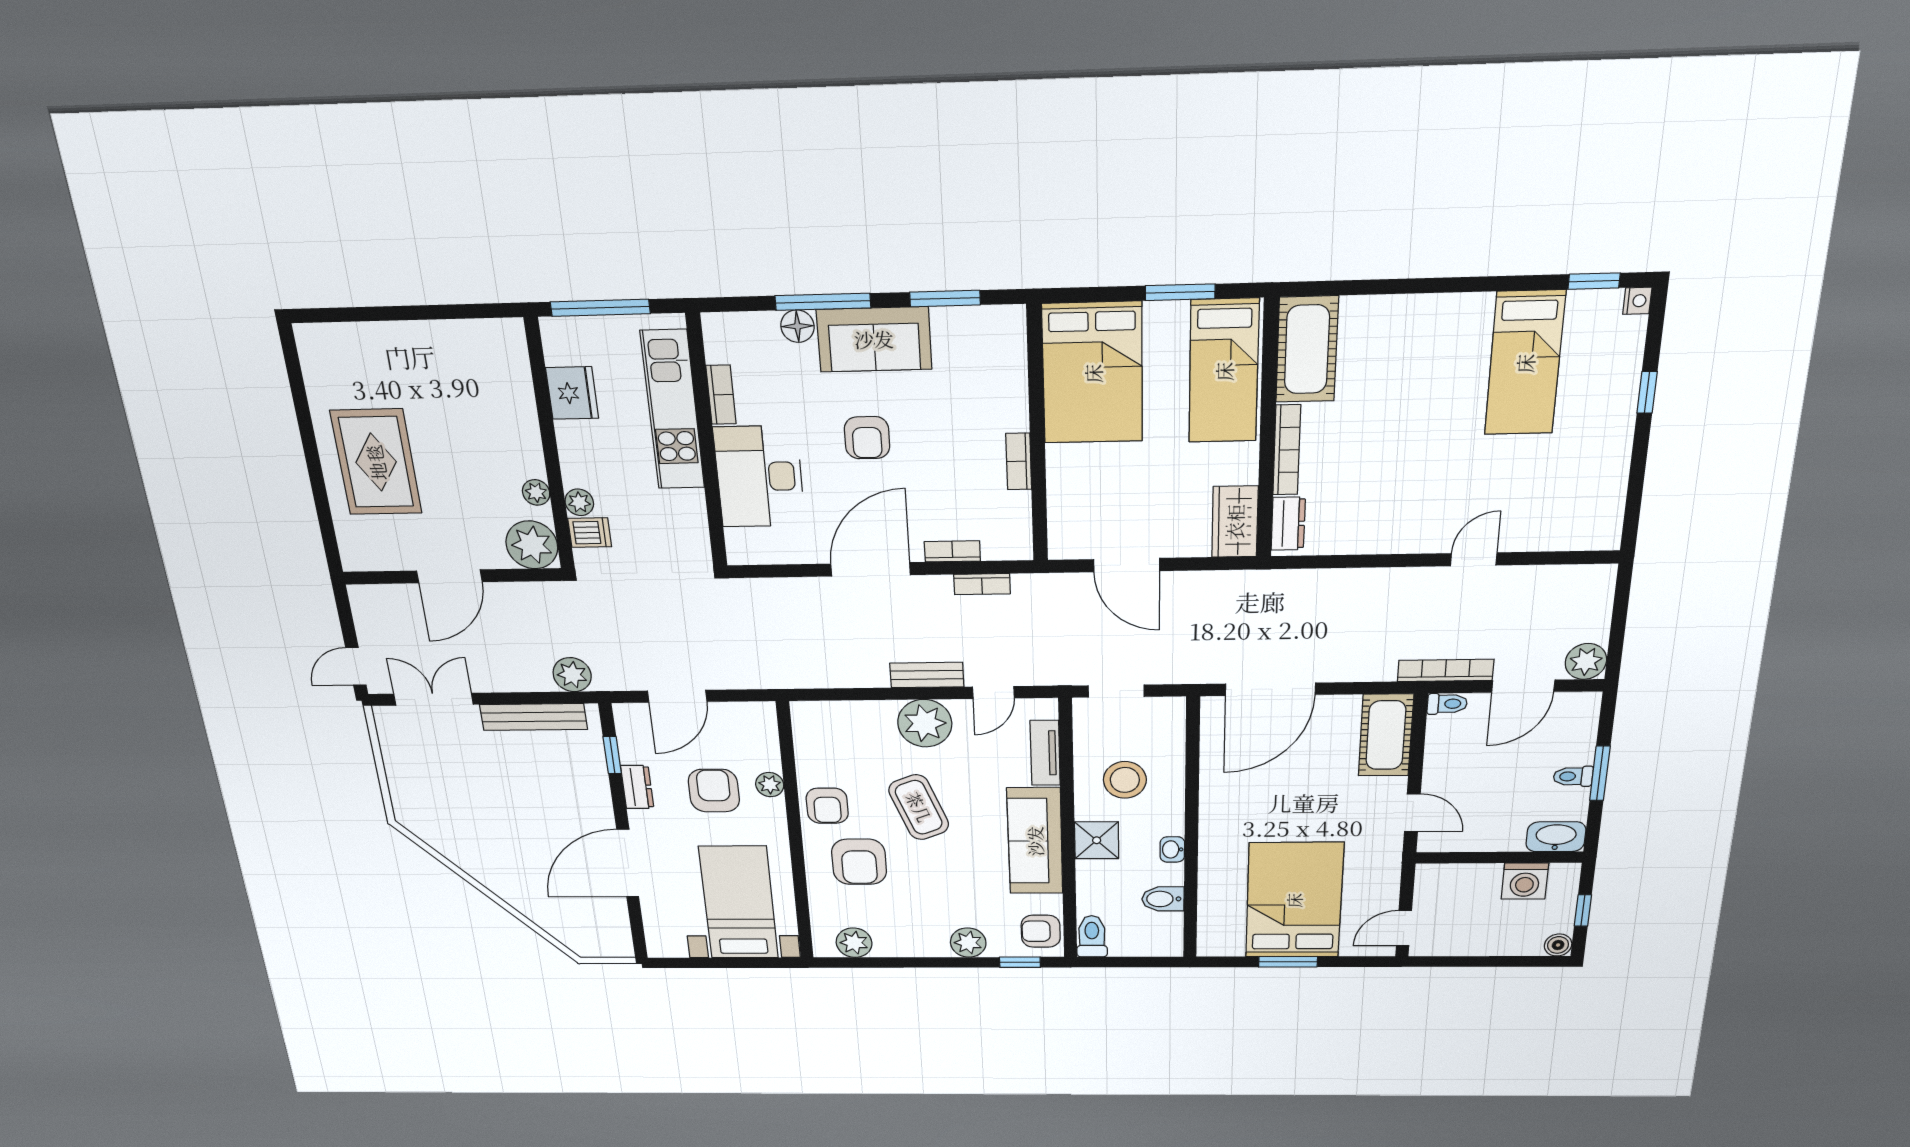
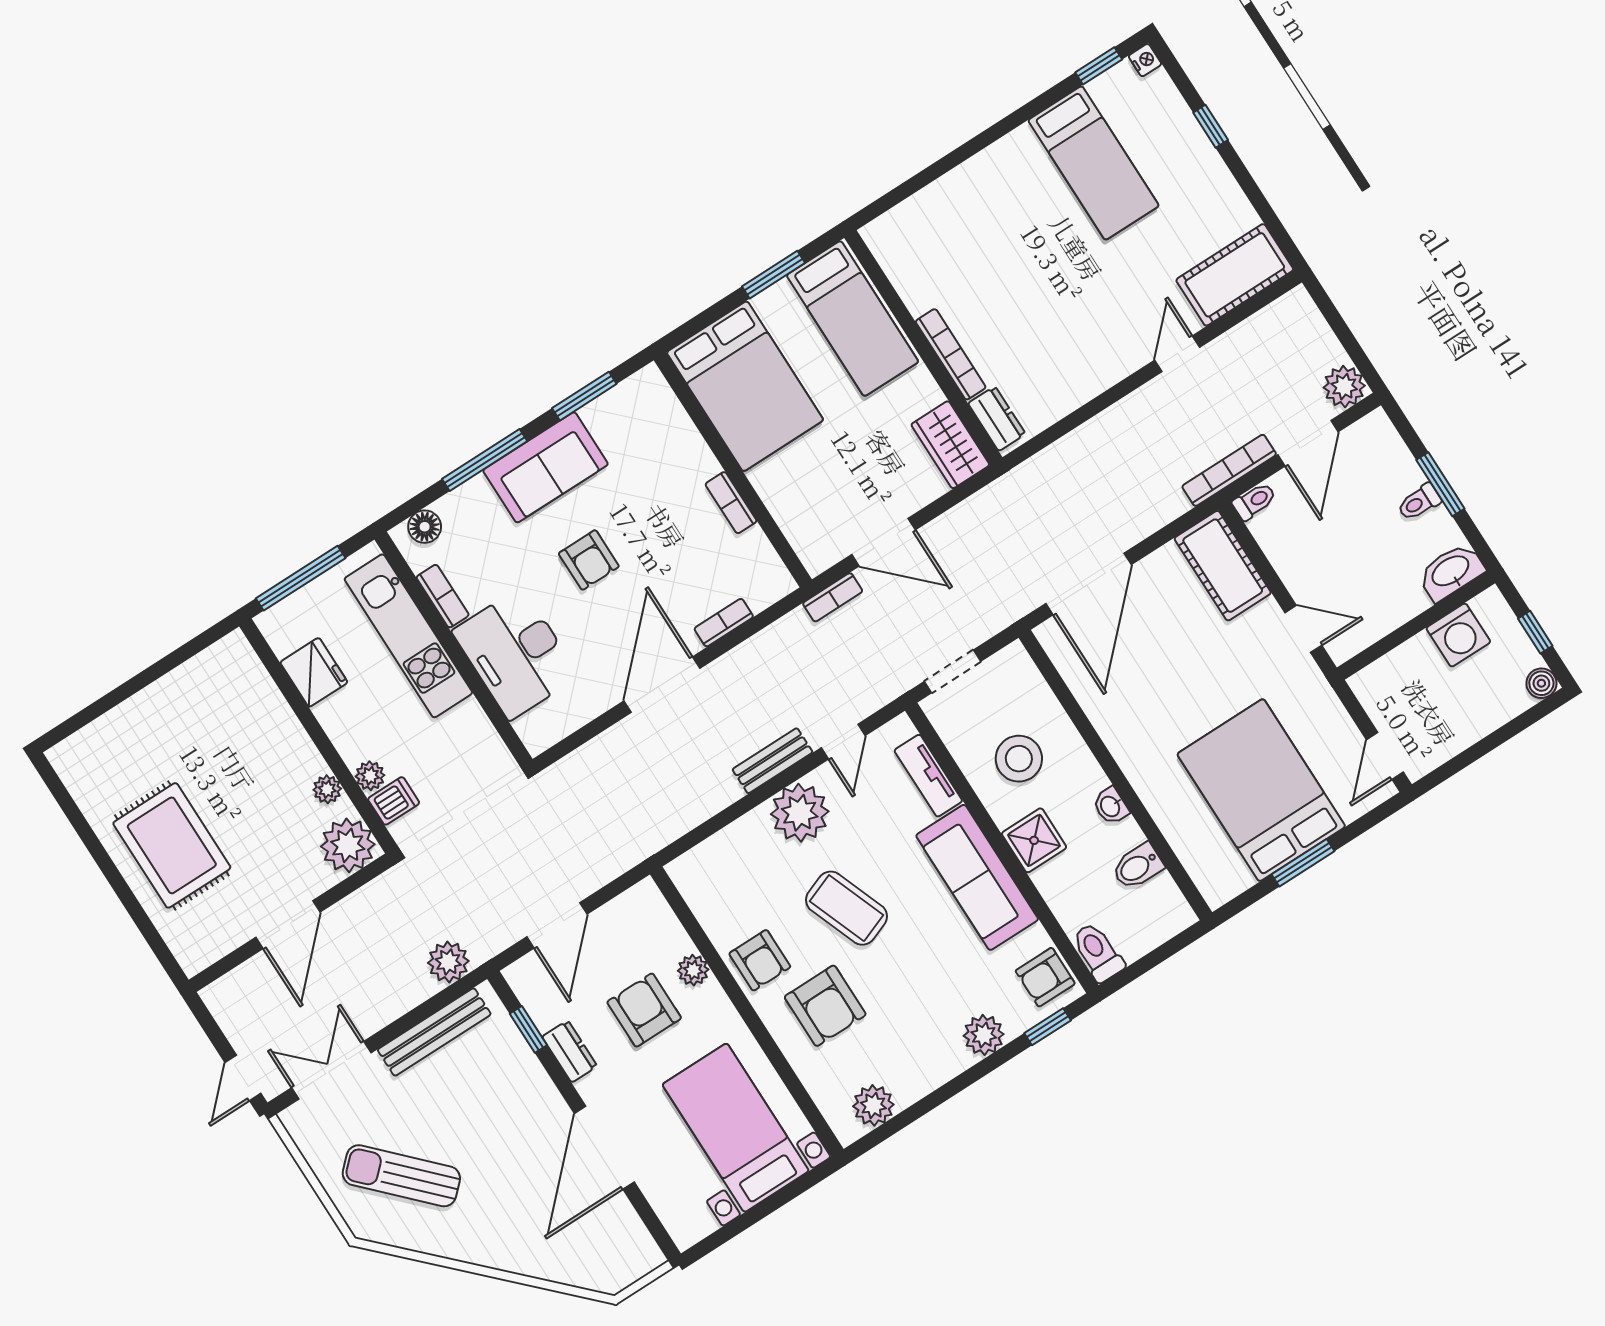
floor lamp: (797, 326) -> (425, 527), moved
cot: (1307, 349) -> (1235, 275), moved, turned 90
bookcase: (982, 584) -> (833, 597), moved
sun lounger: (454, 799) -> (401, 1176), added

